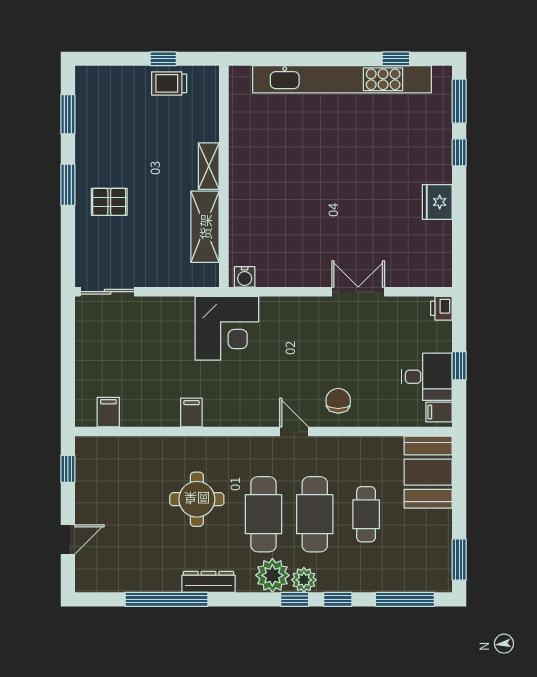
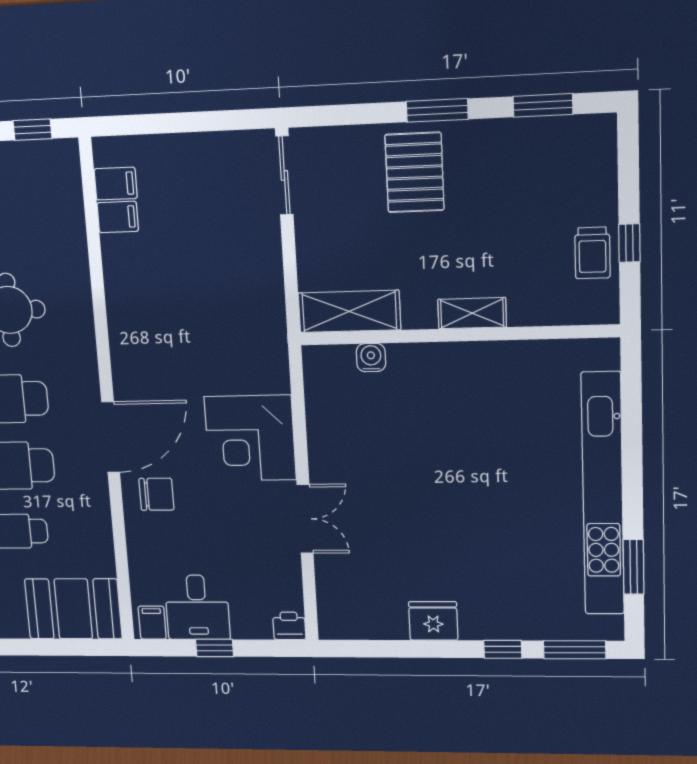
window: (396, 59) -> (634, 567), width x1.50
trolley: (169, 83) -> (592, 253), turned 180
pallet: (109, 202) -> (415, 172), width x1.50, depth x1.42
shelving: (205, 227) -> (349, 311), moved
water cooler: (245, 277) -> (371, 358), moved, turned 90
corner desk: (227, 328) -> (250, 438), moved
filing cabinet: (191, 413) -> (118, 217), moved
door: (294, 432) -> (111, 437), width x1.88

